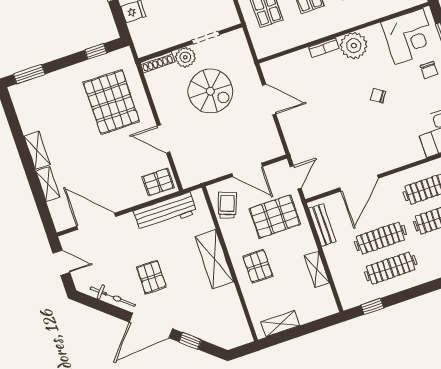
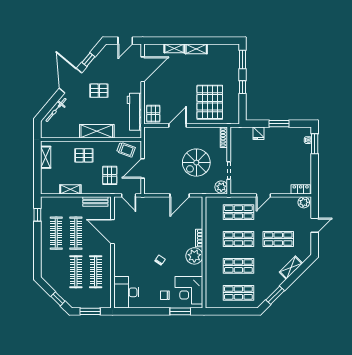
window: (96, 52) -> (243, 87), moved
plant: (185, 57) -> (221, 187), moved
pallet: (111, 102) -> (210, 102), turned 90
pallet: (275, 217) -> (110, 175), width x0.67, depth x0.71
bicycle: (113, 297) -> (56, 110), moved
window: (190, 341) -> (88, 60), moved

